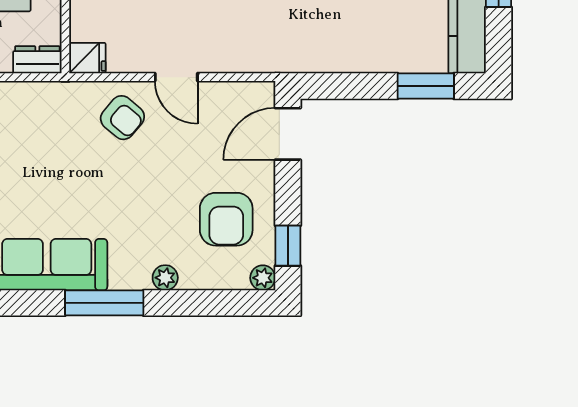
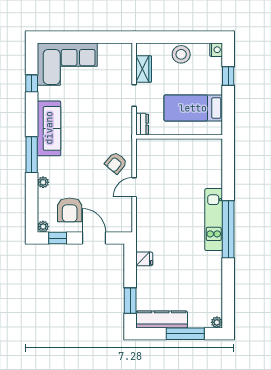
fridge: (87, 58) -> (144, 259), moved, turned -90
door: (288, 134) -> (94, 238), moved
armchair: (226, 219) -> (70, 210), turned -90

